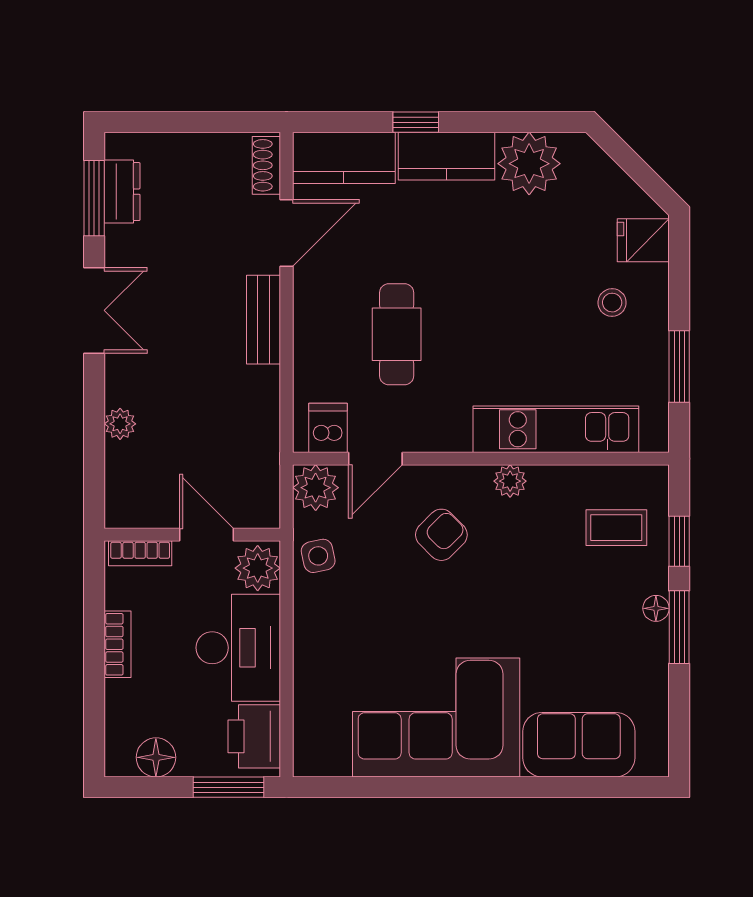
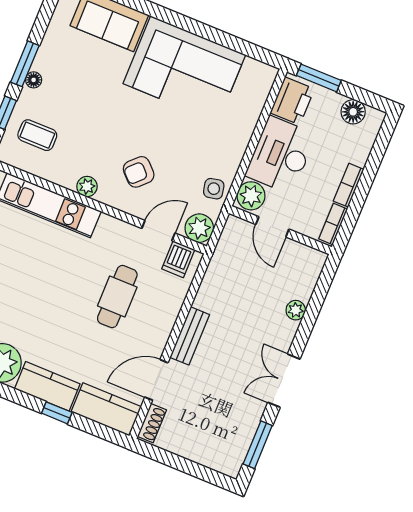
dresser: (122, 192) -> (240, 442), removed
bookcase: (140, 553) -> (333, 224), moved, turned -90

